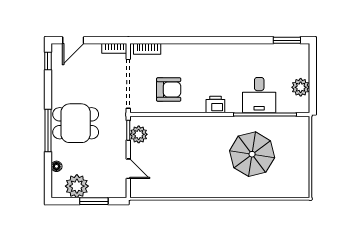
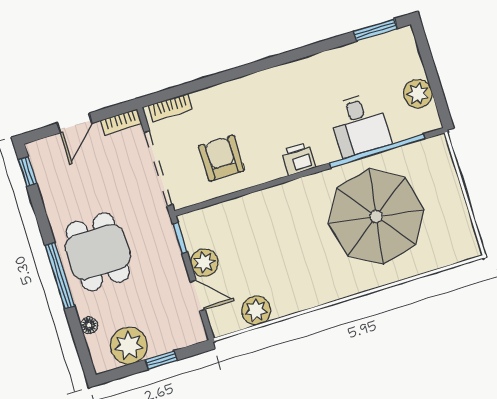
door: (73, 40) -> (75, 123), moved
armchair: (169, 89) -> (221, 158), turned -90
dining table: (76, 123) -> (98, 252), turned 90
plant: (139, 134) -> (204, 262), moved
parasol: (252, 154) -> (376, 216), width x1.36, depth x1.36
plant: (161, 189) -> (256, 310), added
window: (94, 201) -> (161, 360), width x0.67

